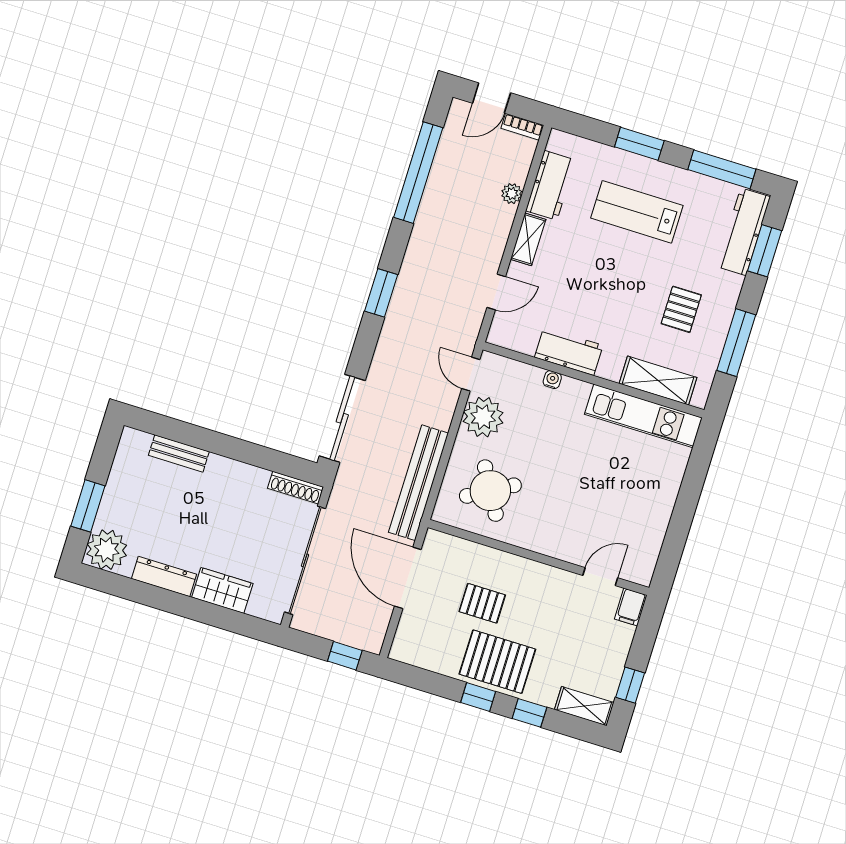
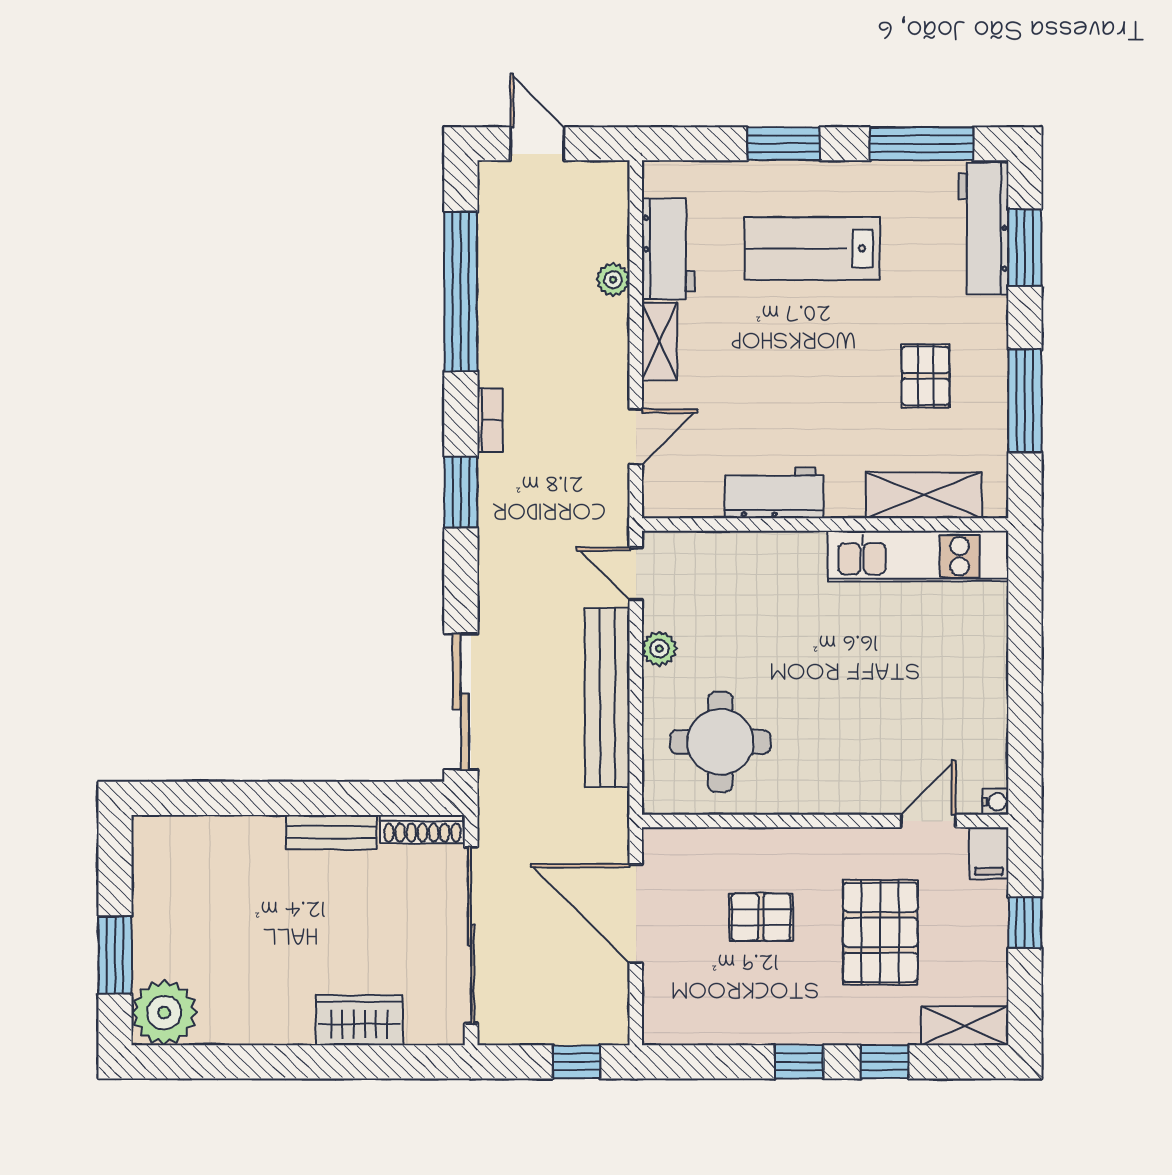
door: (492, 98) -> (537, 144), swing flipped
bookcase: (522, 127) -> (490, 420), moved, turned -90
water cooler: (552, 380) -> (995, 802), moved, turned 90
plant: (483, 417) -> (659, 649), width x0.53, depth x0.53
bench: (179, 453) -> (331, 832), moved
bench: (418, 483) -> (607, 697), moved
round table: (490, 491) -> (720, 742), turned 30
dresser: (164, 576) -> (264, 1026), removed
pallet: (497, 662) -> (880, 932), moved, turned 90
window: (630, 685) -> (1025, 923), moved

